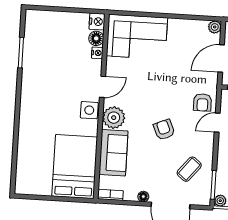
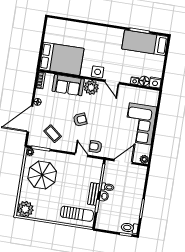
corner sofa: (137, 37) -> (140, 124), moved
bed: (38, 43) -> (145, 43), added
door: (221, 58) -> (123, 162), hinge flipped

